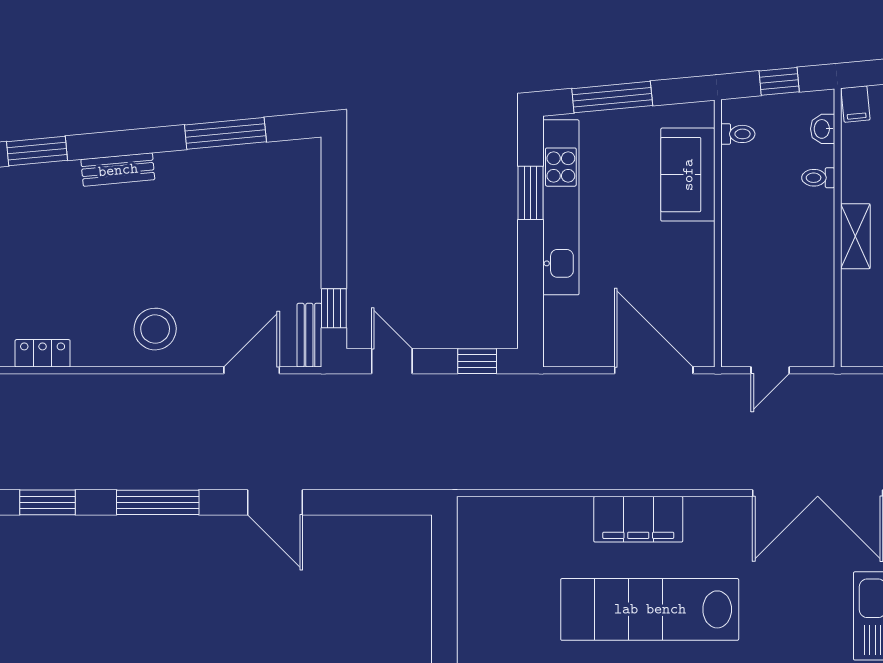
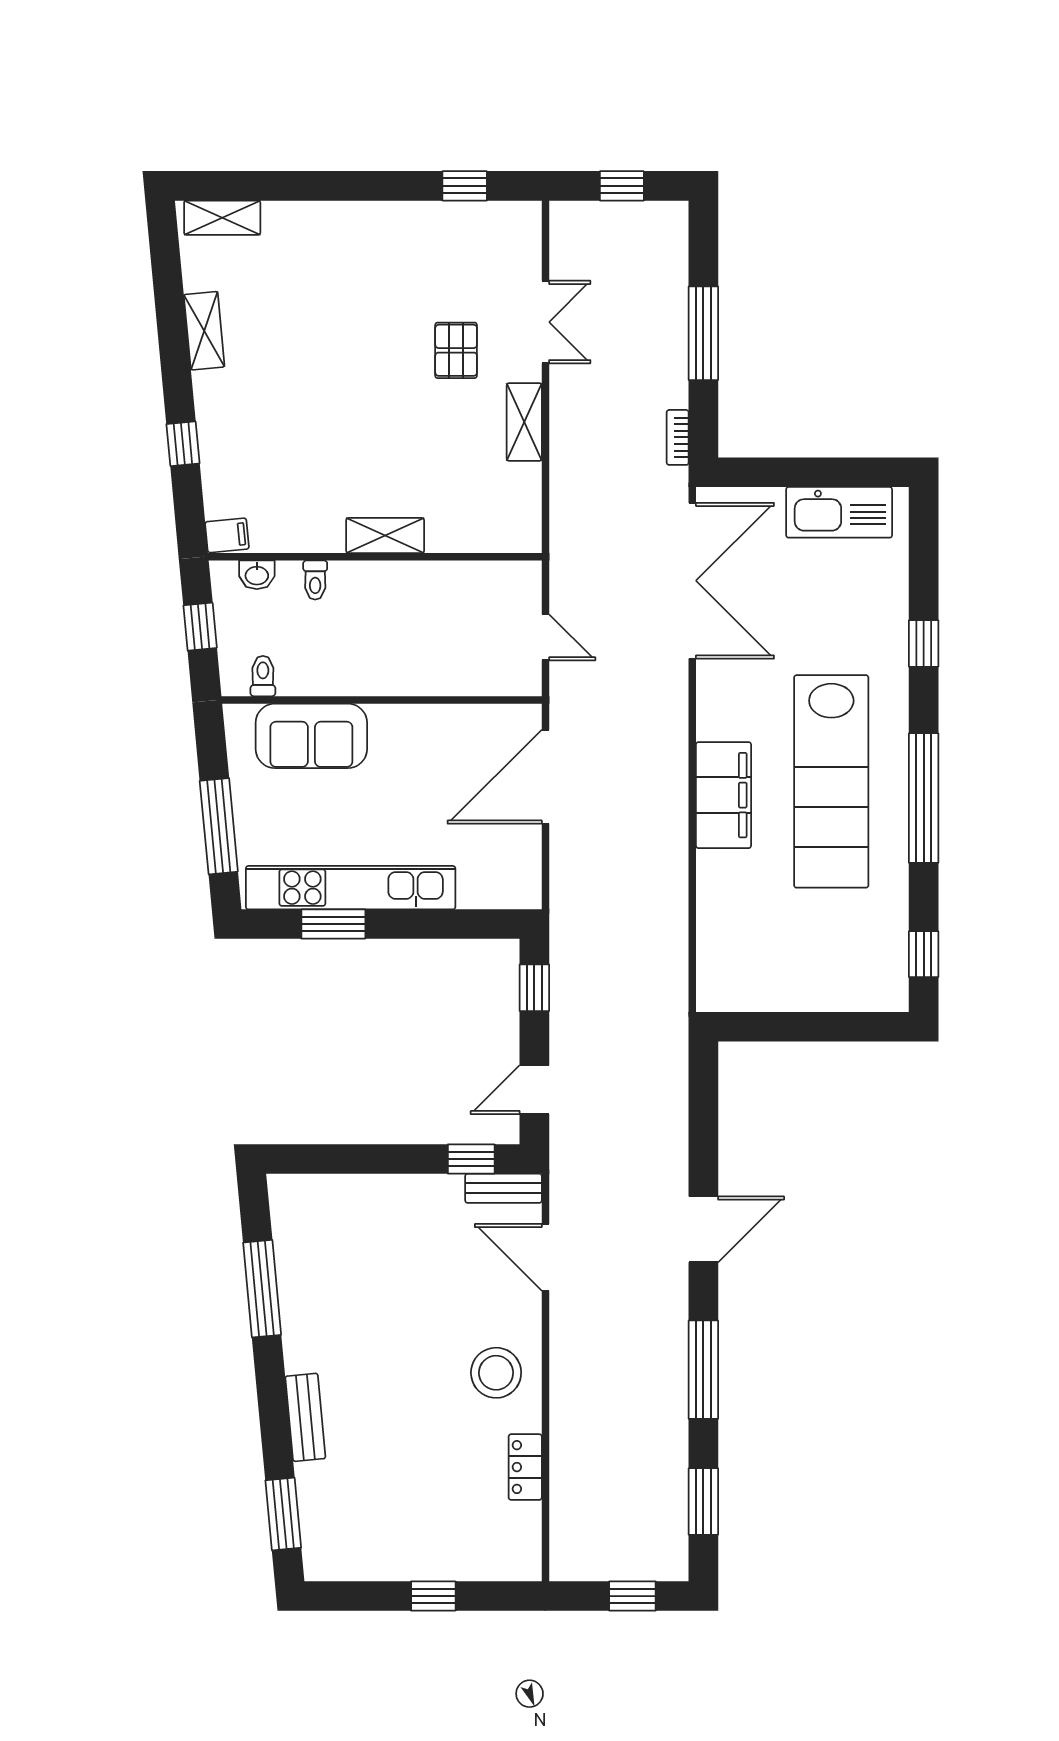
locker: (43, 353) -> (525, 1467), moved

